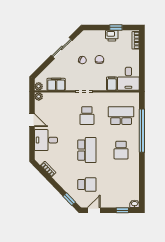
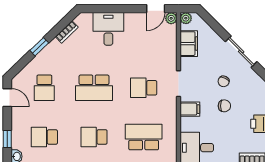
filing cabinet: (112, 84) -> (190, 109), moved
school desk: (121, 116) -> (144, 137), turned -90
door: (32, 120) -> (156, 9), moved
school desk: (121, 185) -> (44, 137), added
window: (69, 199) -> (39, 47), moved

